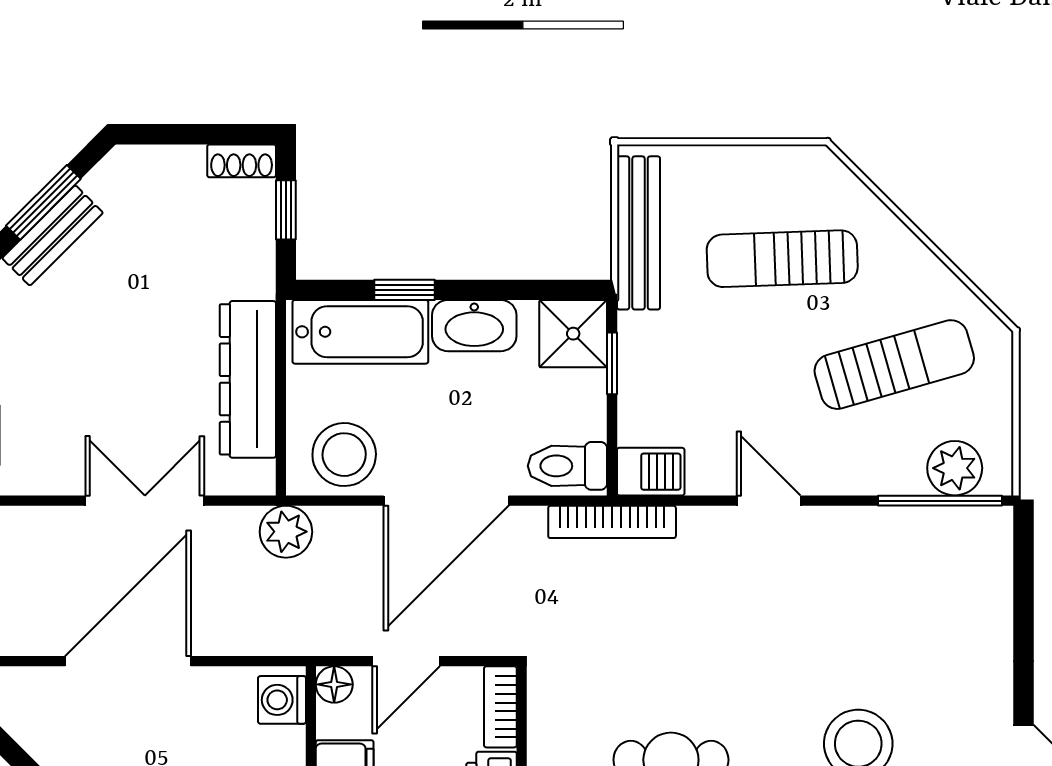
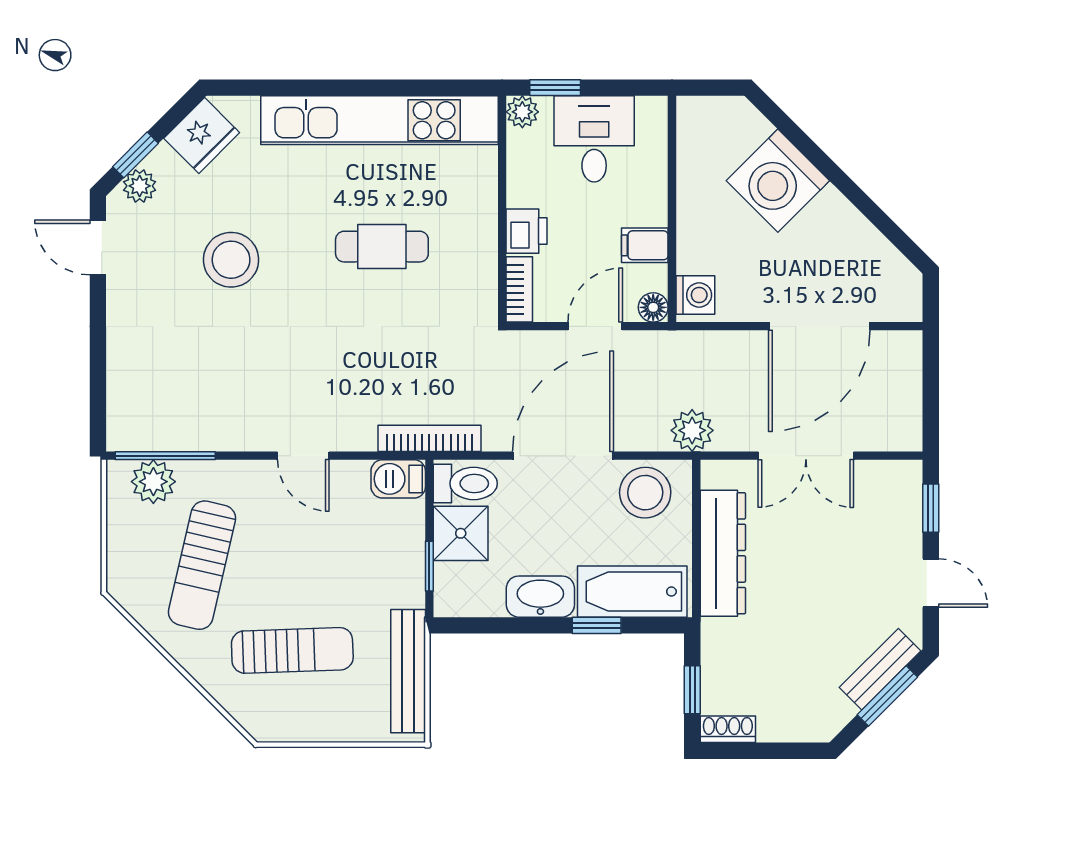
shower: (573, 334) -> (461, 533), moved
sun lounger: (894, 365) -> (202, 565), turned -61

